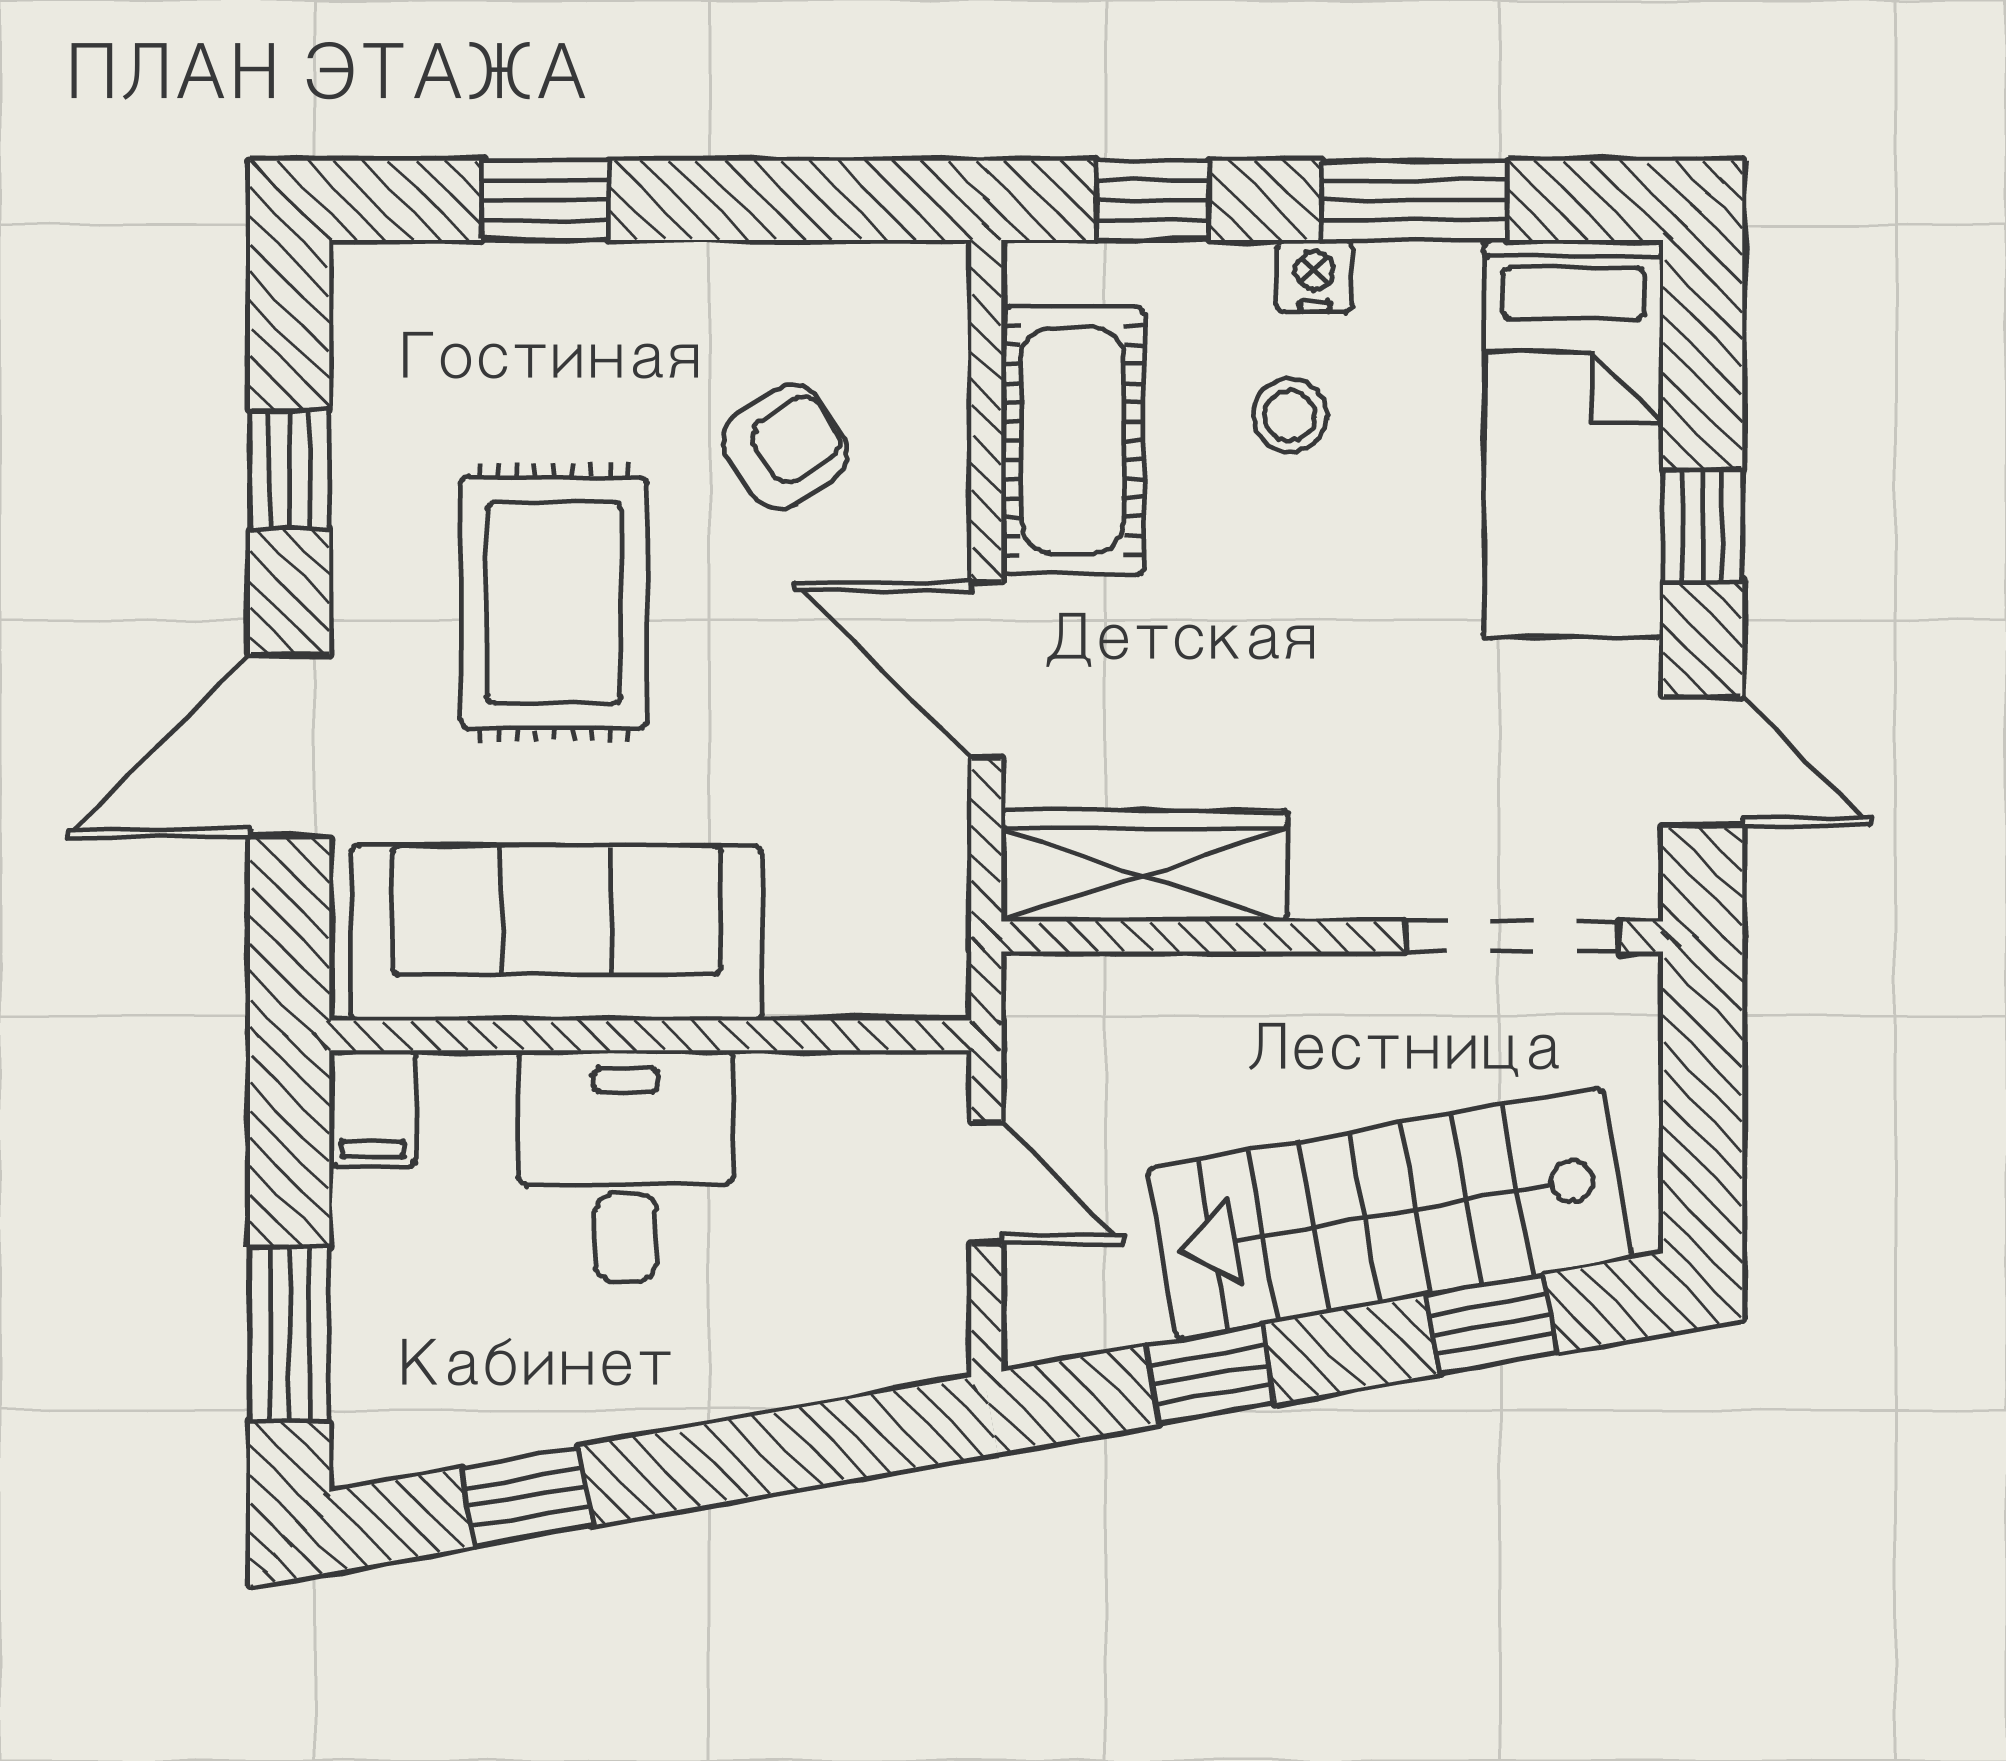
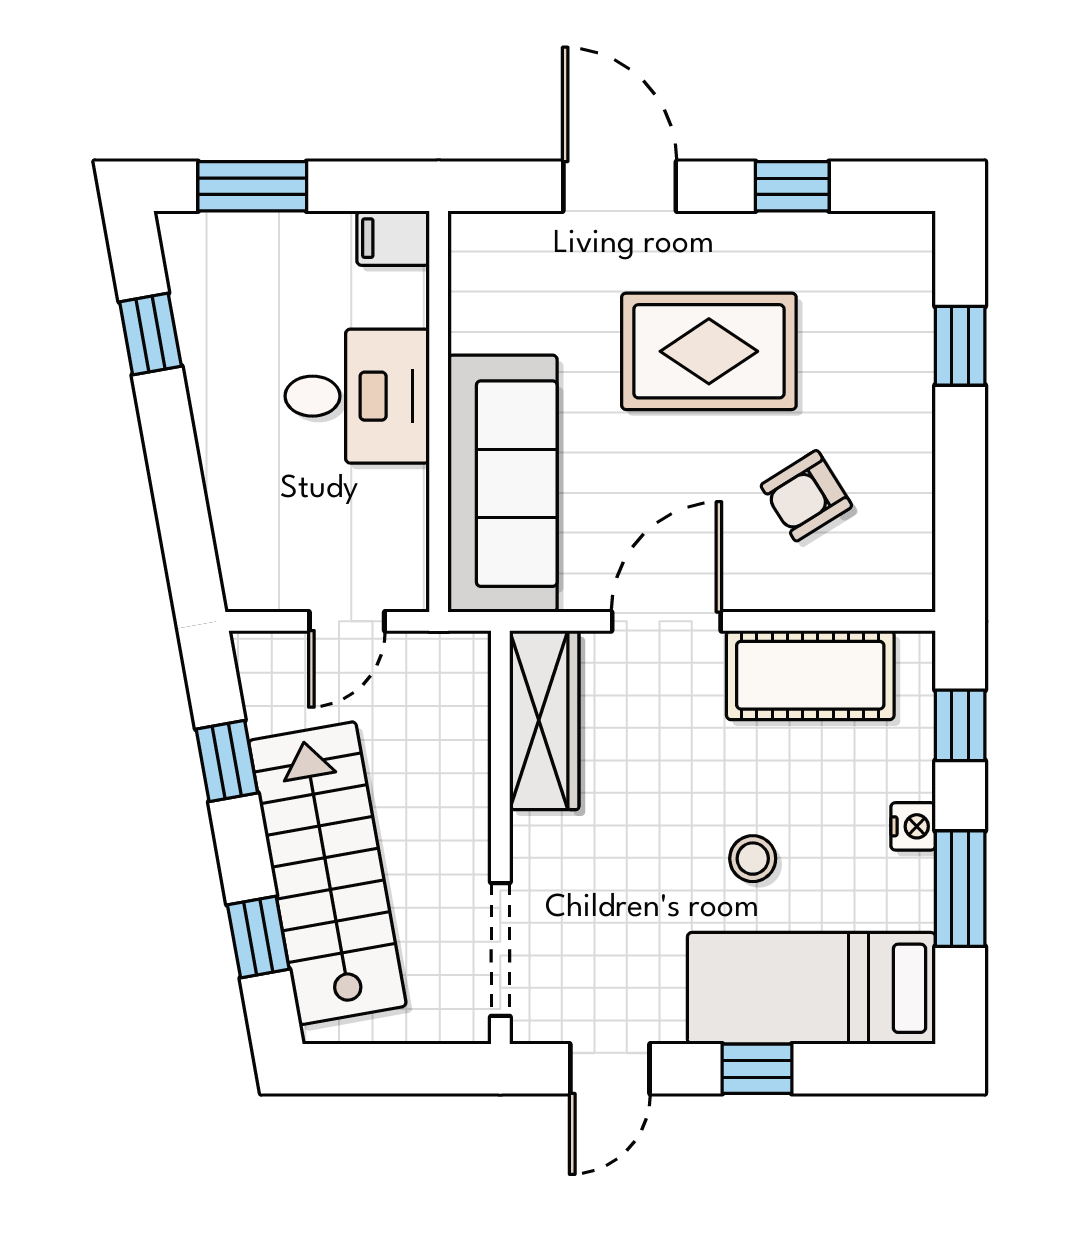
stool: (1290, 415) -> (753, 859), moved
armchair: (785, 447) -> (806, 496), turned 91
sofa: (556, 933) -> (503, 484), moved

